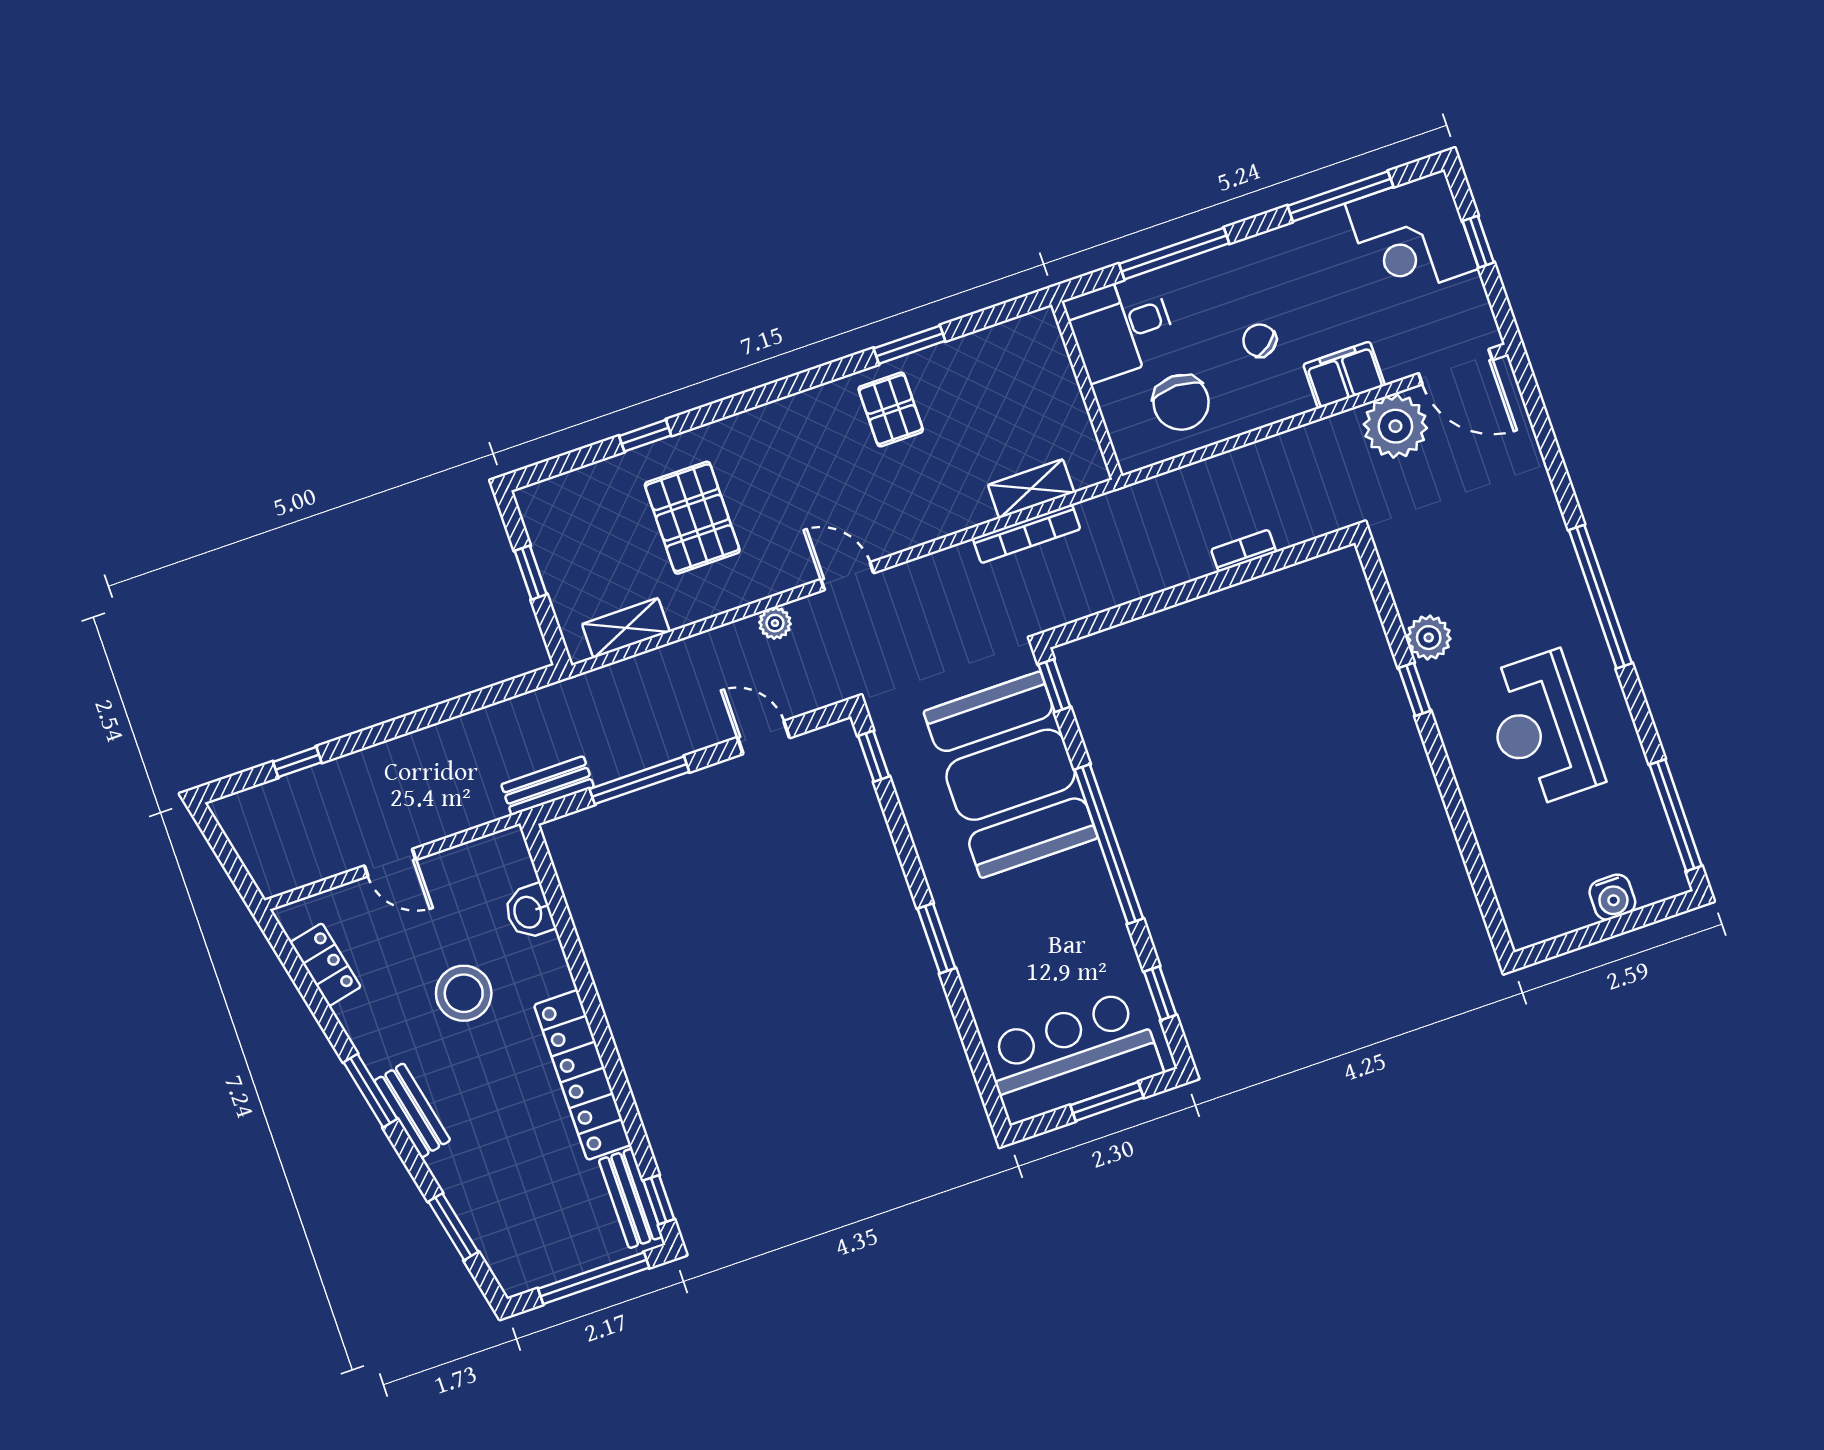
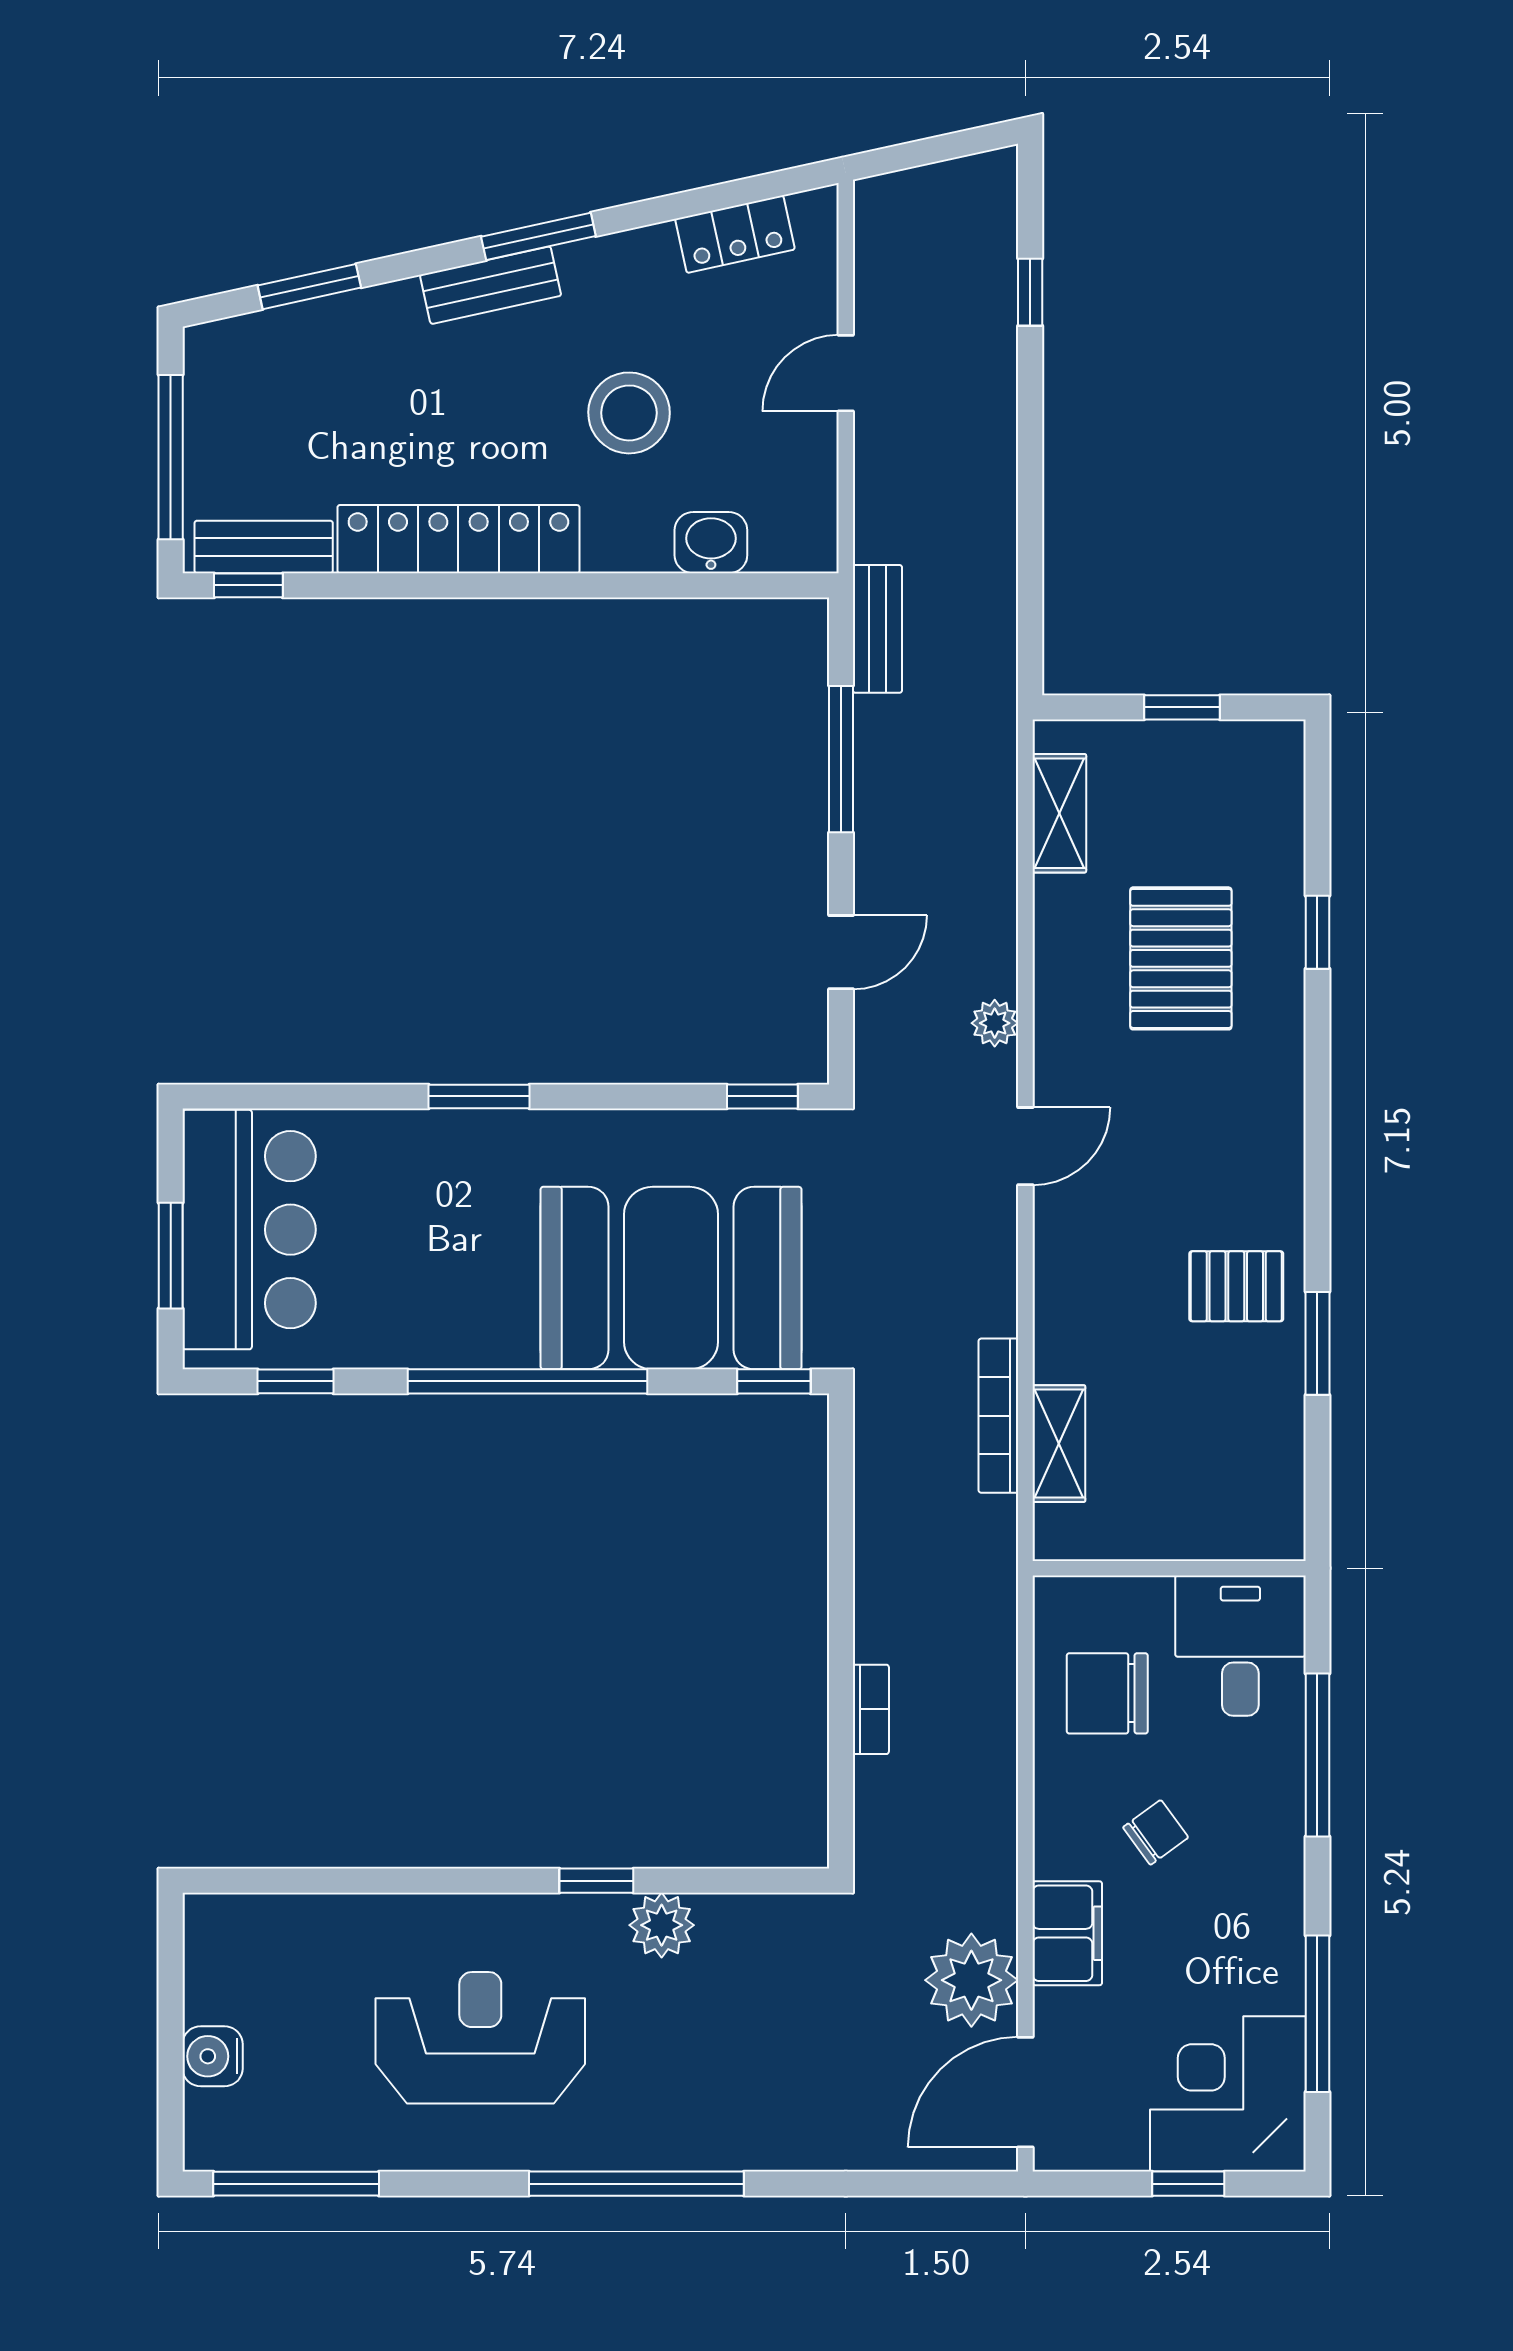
pallet: (692, 518) -> (1181, 958), turned 90

